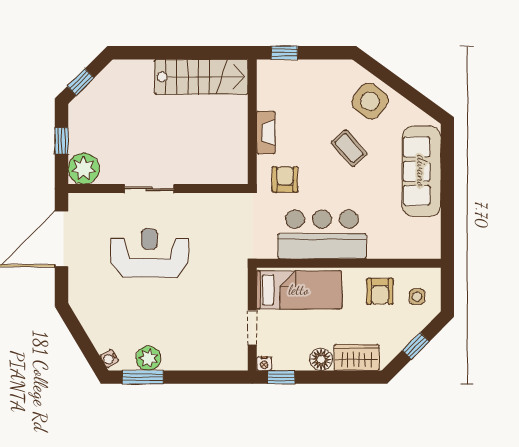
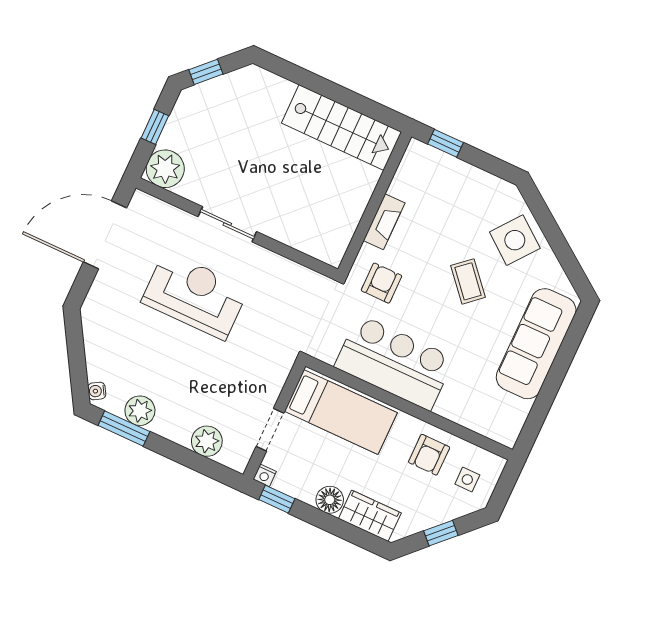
plant: (209, 358) -> (207, 441), added

